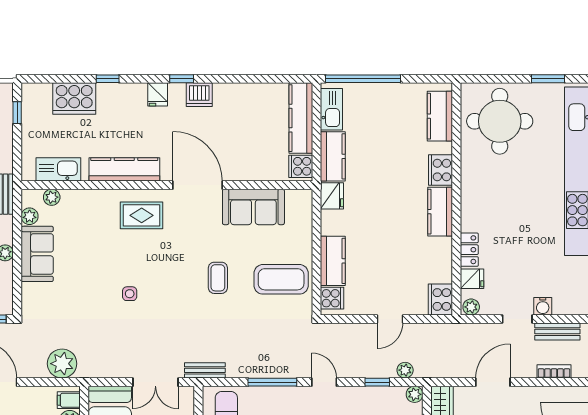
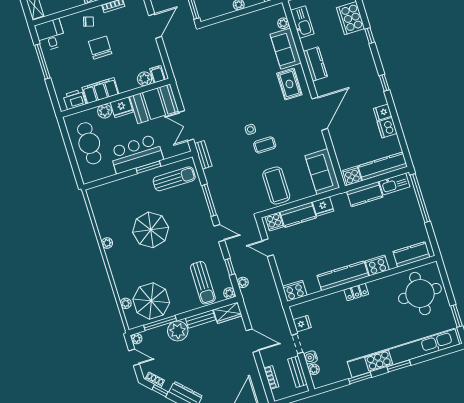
fridge: (158, 94) -> (383, 112), moved
dishwasher: (199, 95) -> (387, 128), moved
kitchen counter: (124, 169) -> (315, 64), width x0.67
fridge: (332, 196) -> (323, 206), moved
sofa: (253, 207) -> (322, 172), moved
kitchen counter: (440, 212) -> (343, 276), width x1.50
plant: (30, 216) -> (267, 13), removed
locker: (469, 250) -> (356, 292), moved
sofa: (37, 254) -> (286, 49), moved, turned 90
fridge: (472, 279) -> (302, 324), moved, turned -90
side table: (130, 294) -> (250, 129), moved
plant: (471, 307) -> (314, 369), moved
door: (390, 319) -> (268, 248), moved
plant: (62, 364) -> (179, 63), removed
door: (324, 382) -> (219, 233), hinge flipped

